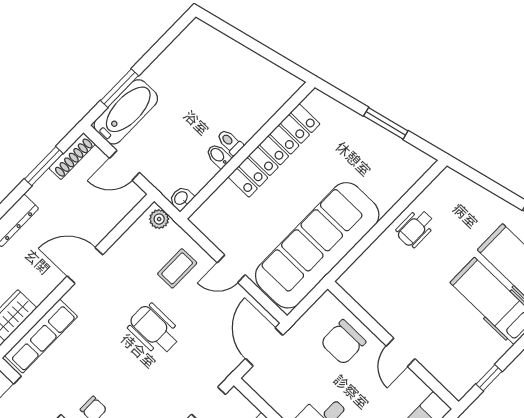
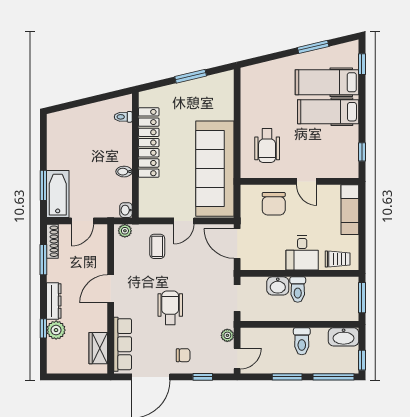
toilet: (230, 142) -> (123, 117), moved
wheelchair: (415, 228) -> (267, 146), moved, width x1.36, depth x1.37
wheelchair: (154, 330) -> (170, 308), moved, turned 90

